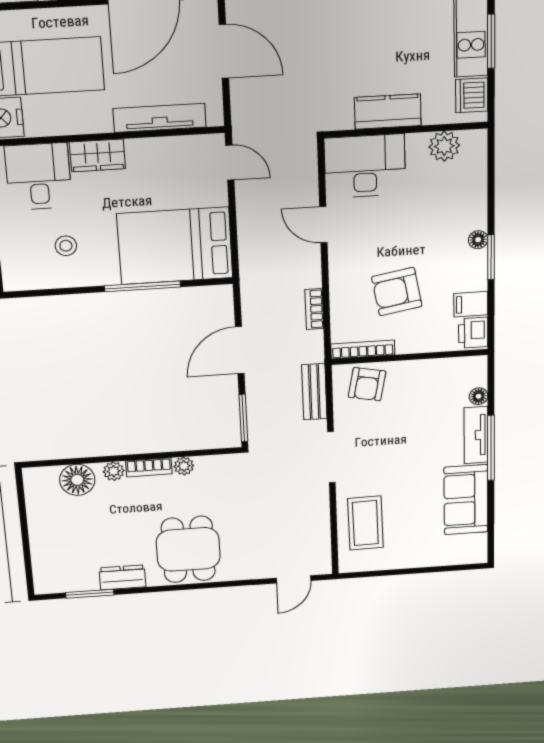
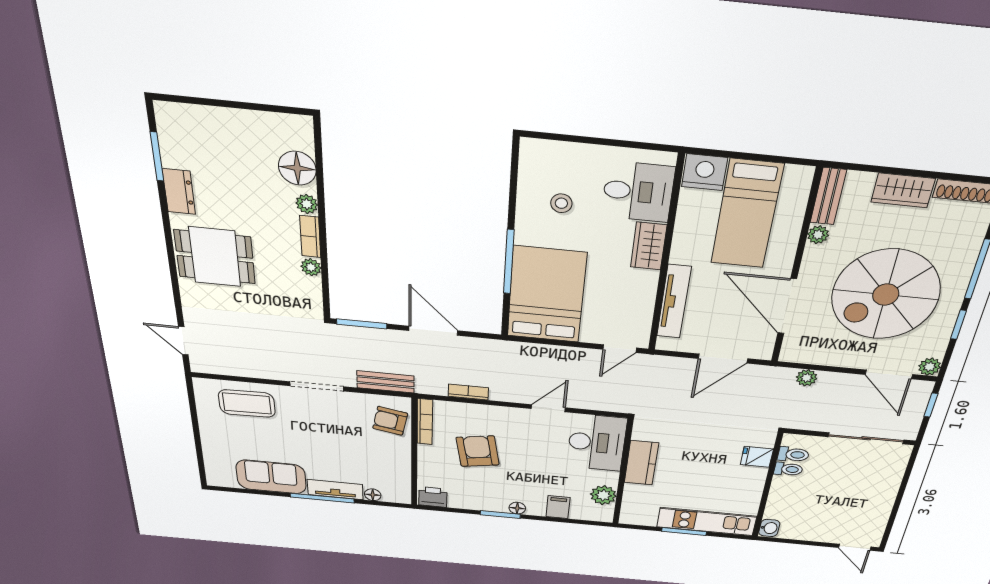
dishwasher: (472, 95) -> (643, 516), removed
filing cabinet: (471, 304) -> (558, 507), moved

